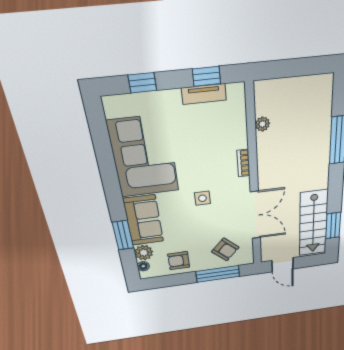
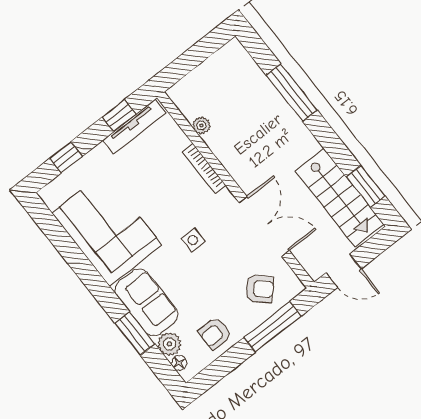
tv unit: (204, 94) -> (134, 127), width x1.41
bookcase: (243, 163) -> (204, 168), width x1.56

